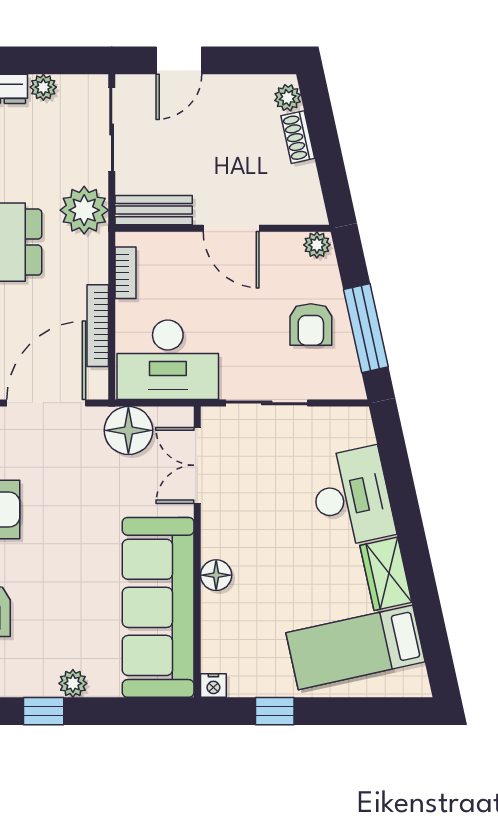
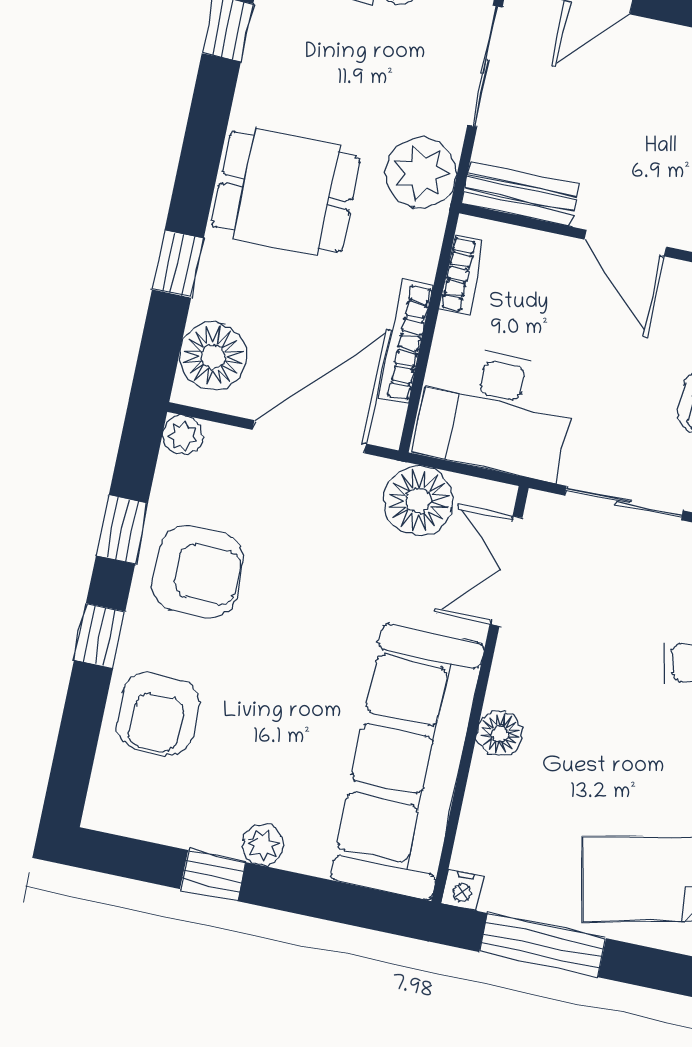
window: (275, 711) -> (543, 945), width x2.17

